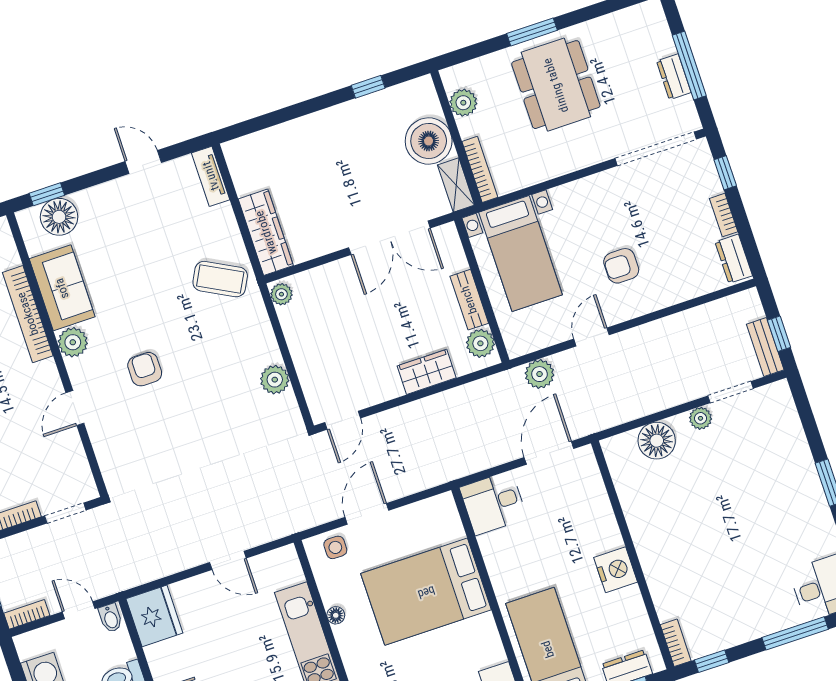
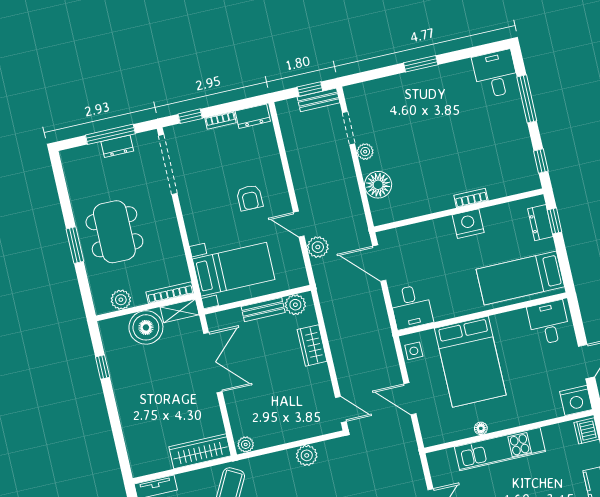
dining table: (556, 85) -> (114, 232), turned 90
plant: (540, 374) -> (318, 247), moved
side table: (335, 547) -> (414, 351), moved
bookcase: (676, 643) -> (471, 198), moved

